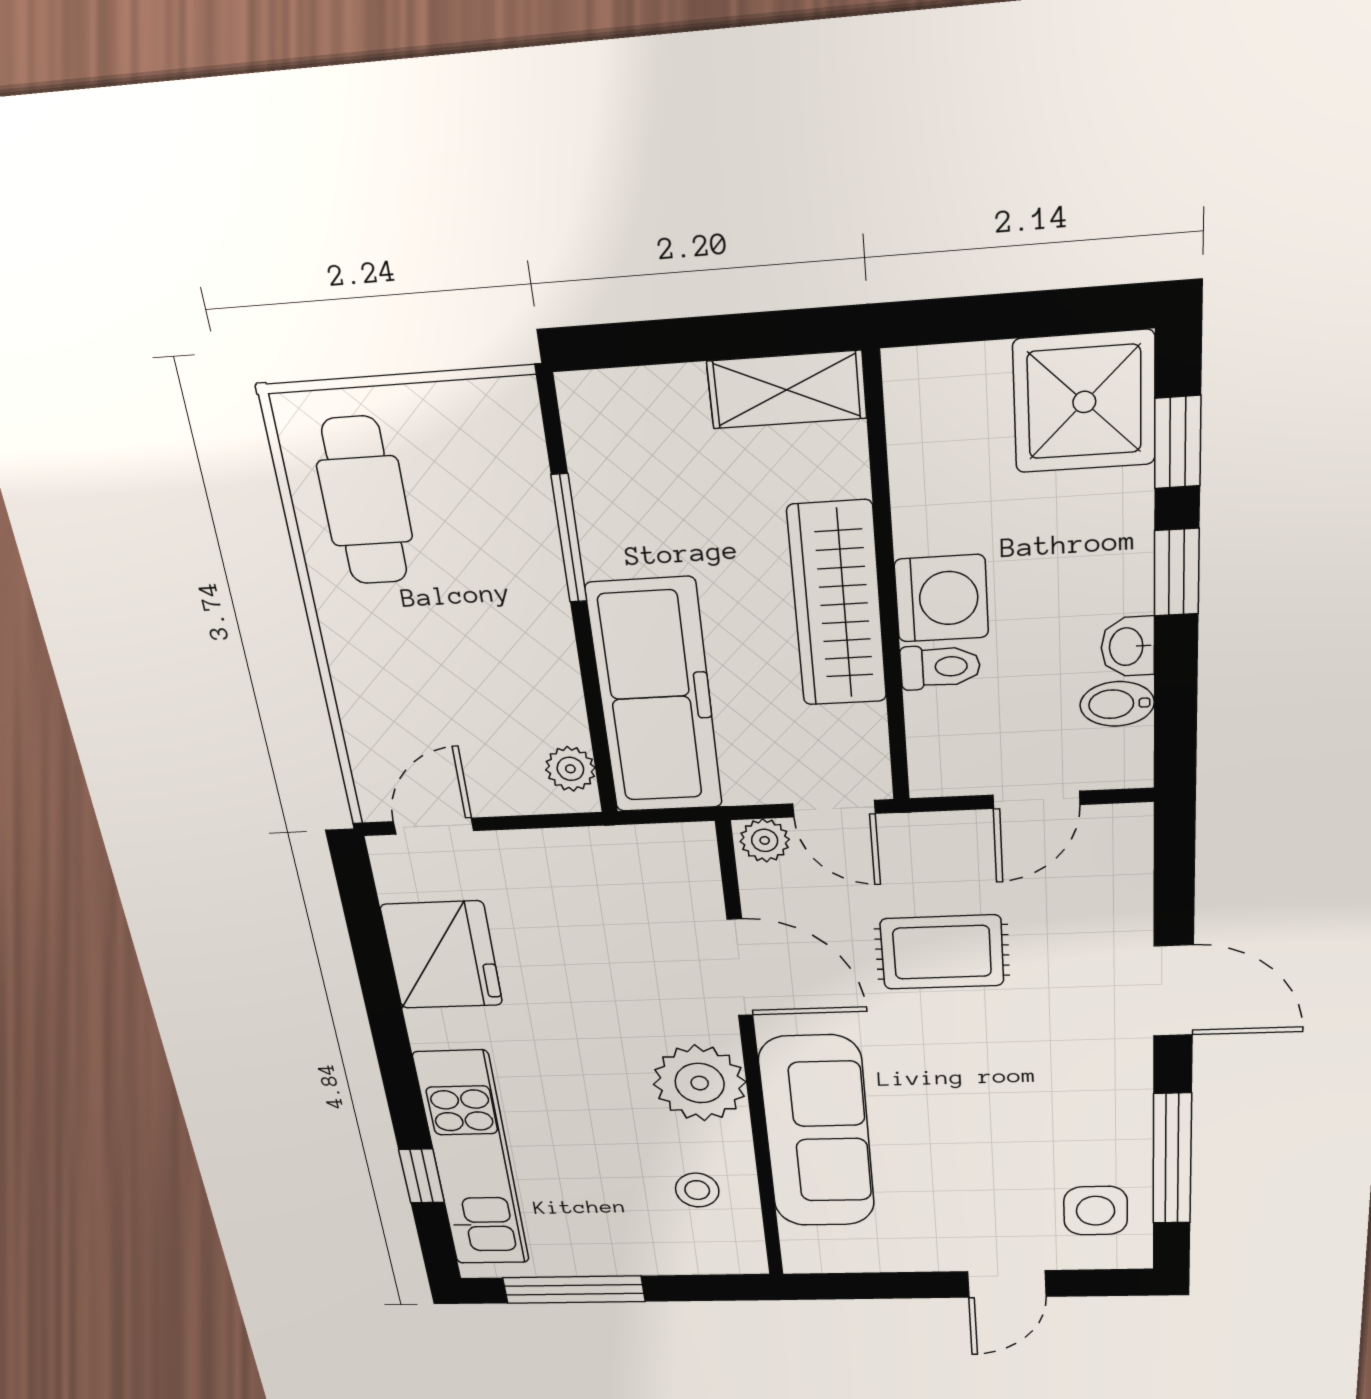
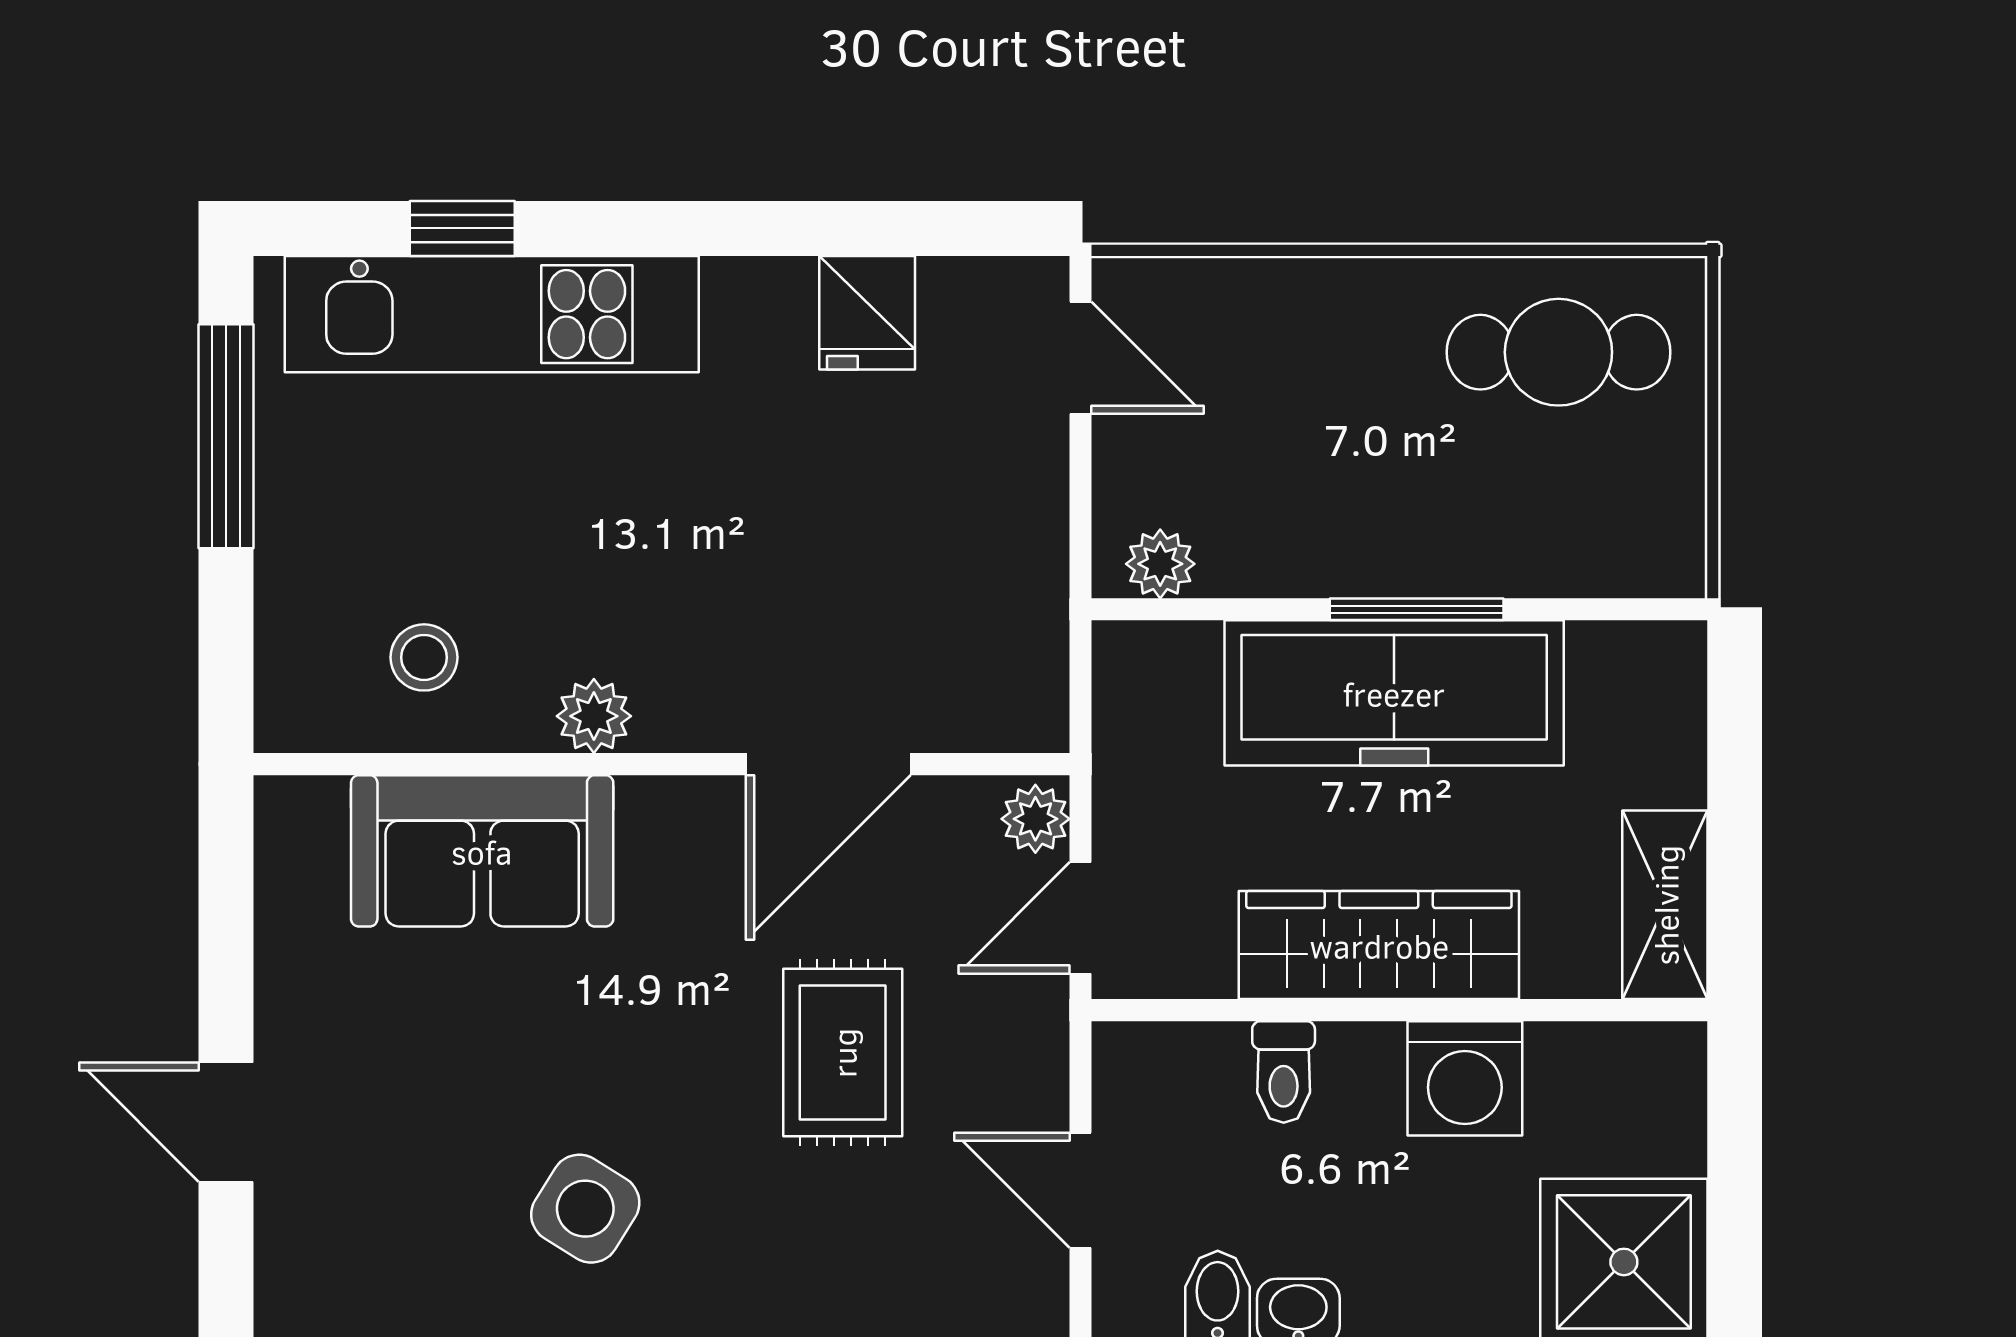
window: (569, 539) -> (1417, 609), moved
washing machine: (941, 598) -> (1465, 1078), moved
freezer: (655, 697) -> (1394, 693), moved
fridge: (442, 955) -> (867, 313), width x0.53, depth x0.75
plant: (700, 1083) -> (594, 716), width x0.53, depth x0.53
sofa: (817, 1133) -> (482, 851), width x0.73
side table: (1096, 1211) -> (585, 1209), moved, turned 32

